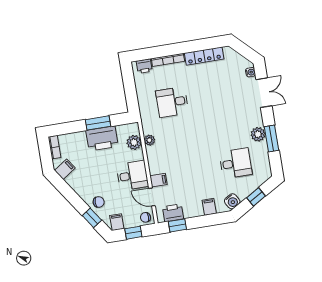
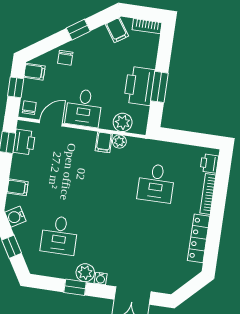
water cooler: (250, 72) -> (101, 278), moved
desk: (172, 102) -> (156, 183), turned 180
window: (272, 139) -> (75, 287), width x0.67
filing cabinet: (158, 180) -> (104, 142), moved
window: (92, 218) -> (78, 30), moved

